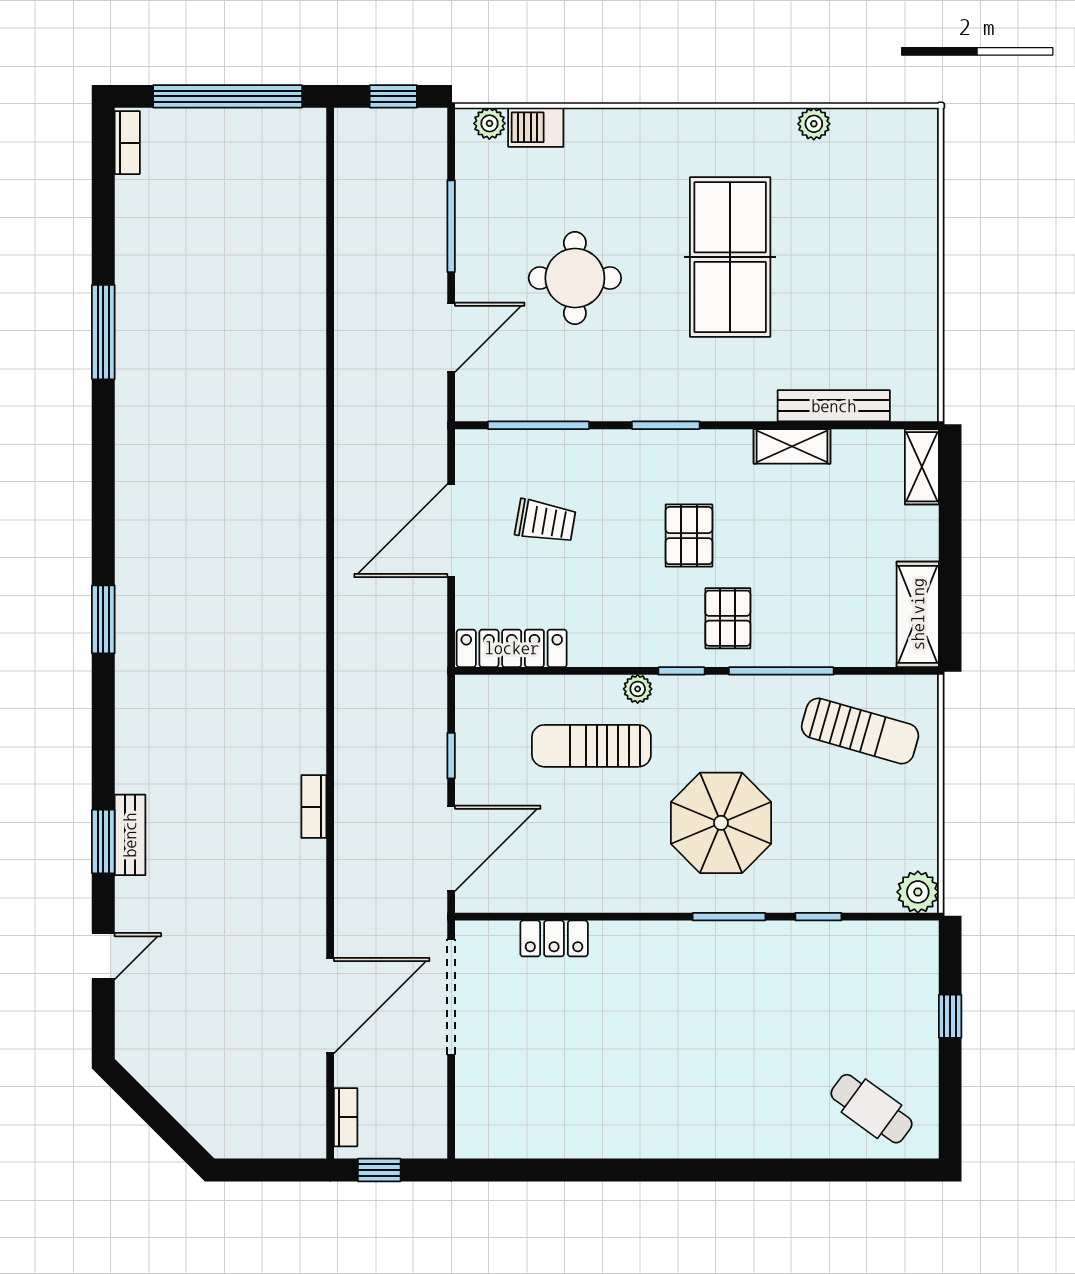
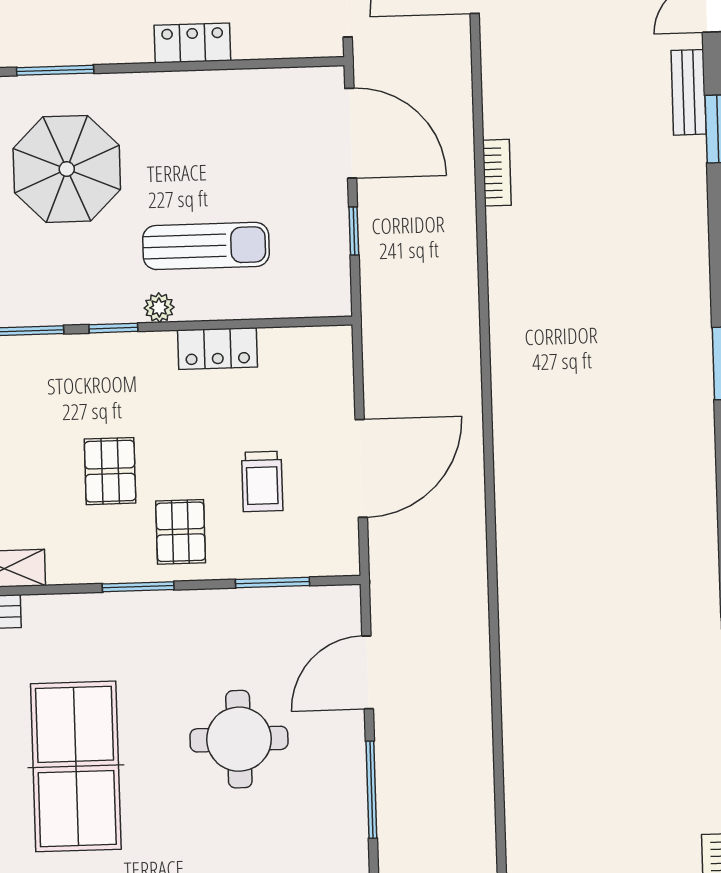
window: (538, 425) -> (273, 583), width x0.69
trolley: (545, 521) -> (262, 481), turned -100
pallet: (728, 618) -> (181, 532), moved
locker: (512, 648) -> (217, 349), moved, width x0.66
bench: (130, 835) -> (689, 92), moved
door: (451, 848) -> (351, 133), swing flipped
locker: (554, 938) -> (192, 43), moved

